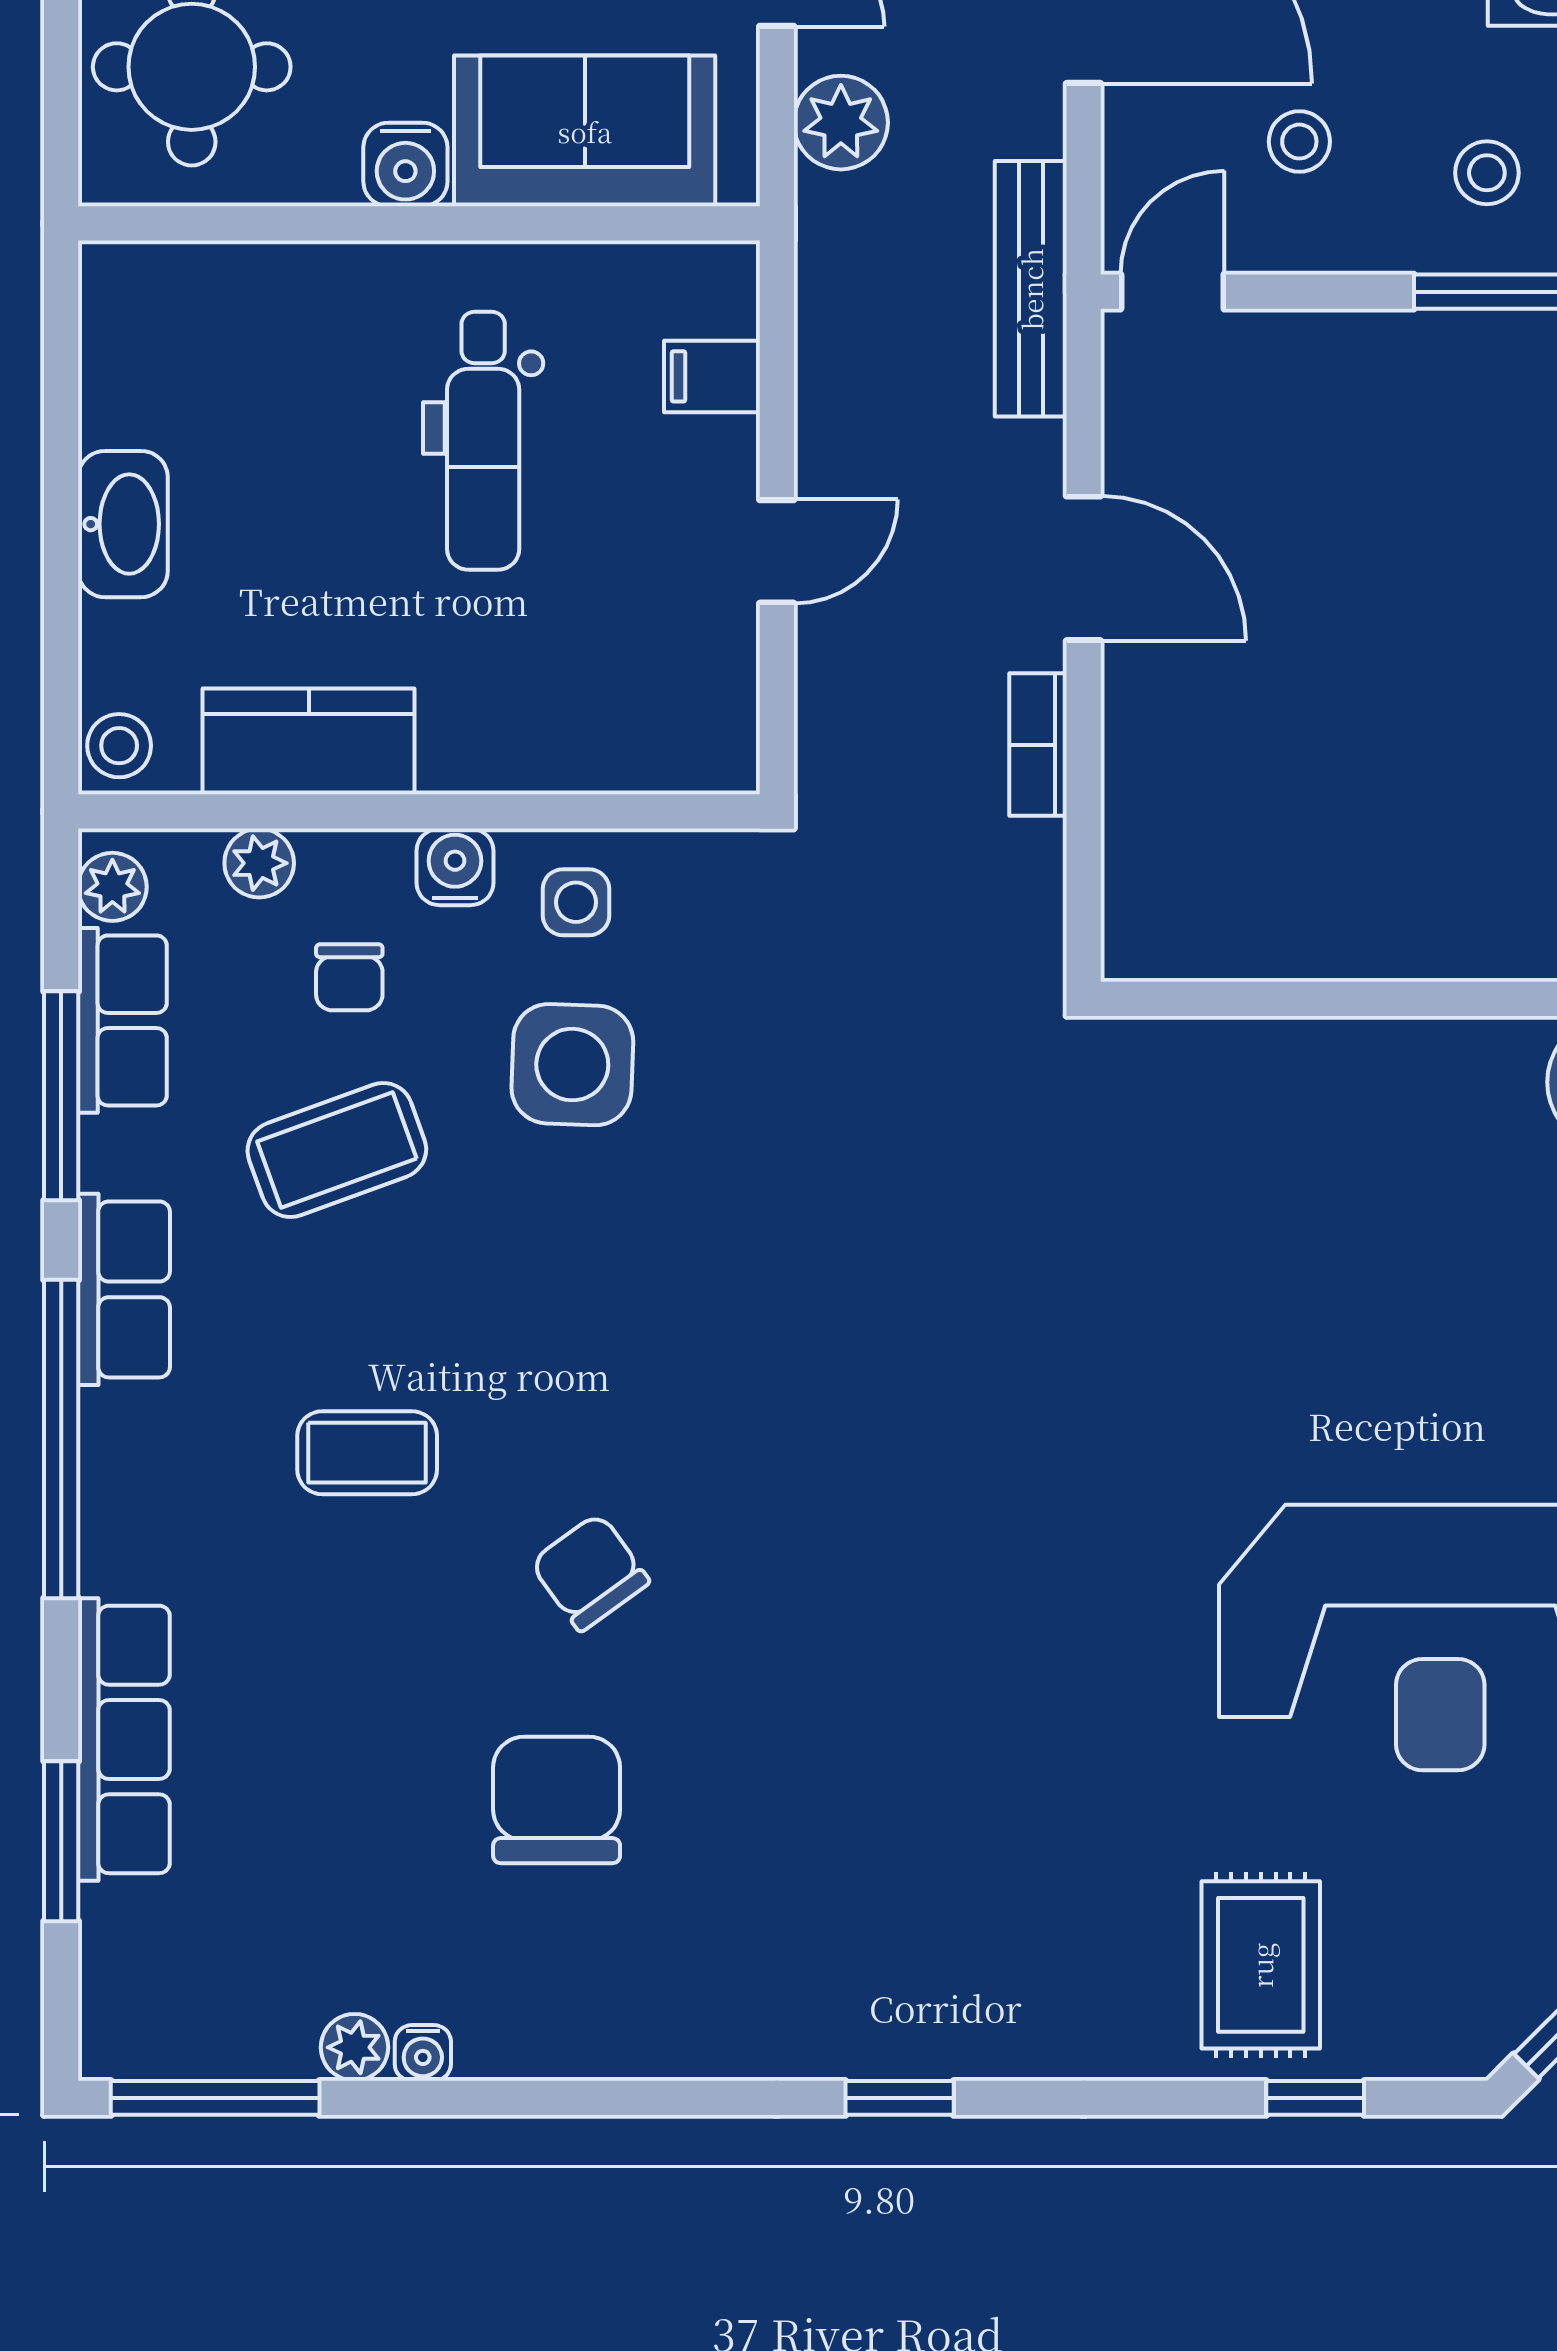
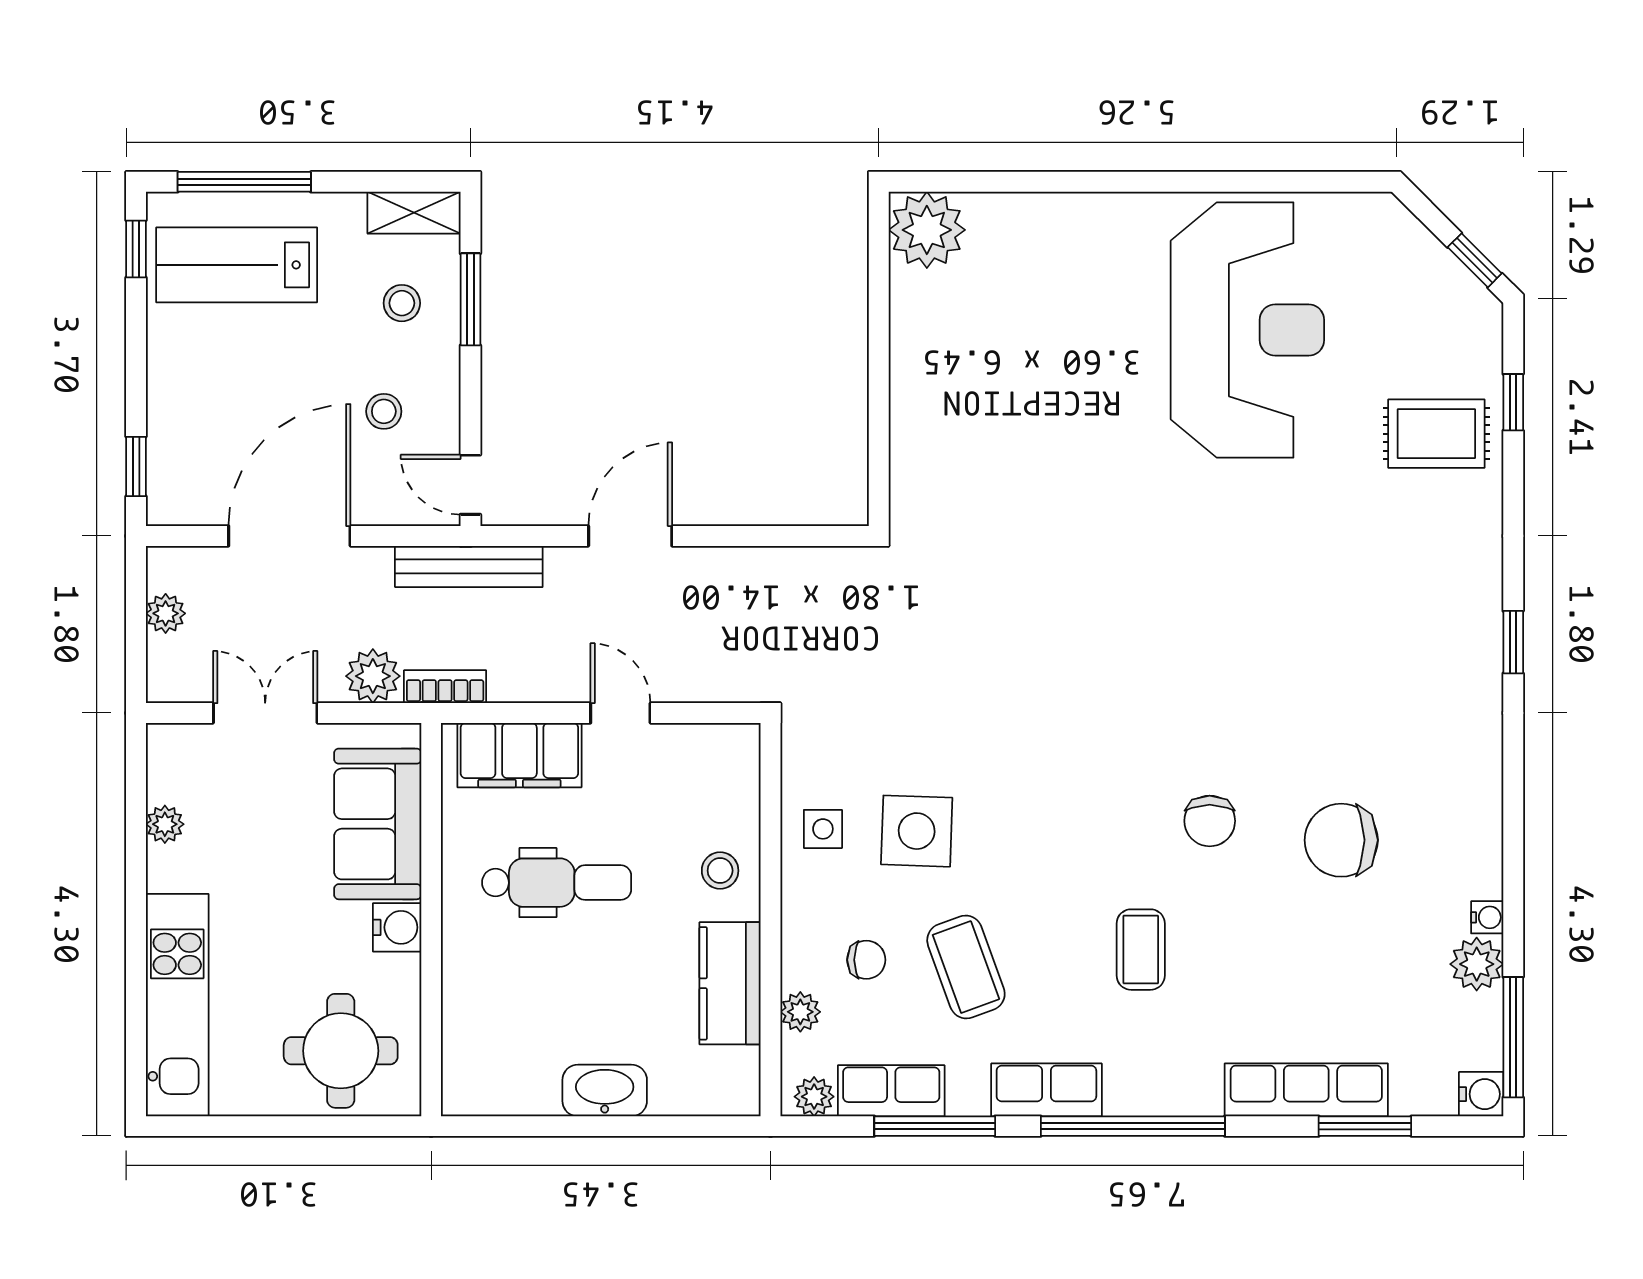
filing cabinet: (712, 376) -> (519, 755), width x3.00, depth x1.17
bookcase: (1038, 745) -> (445, 687), moved, turned 180
stool: (119, 746) -> (720, 871), moved
water cooler: (455, 867) -> (1481, 1094), moved, turned 180
chair: (590, 1572) -> (1210, 821), turned -54
plant: (355, 2047) -> (1477, 964), width x1.38, depth x1.38

